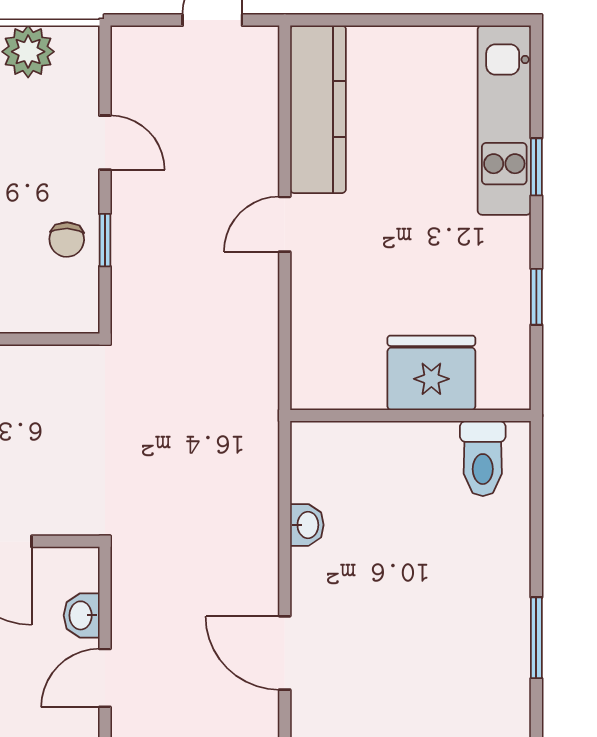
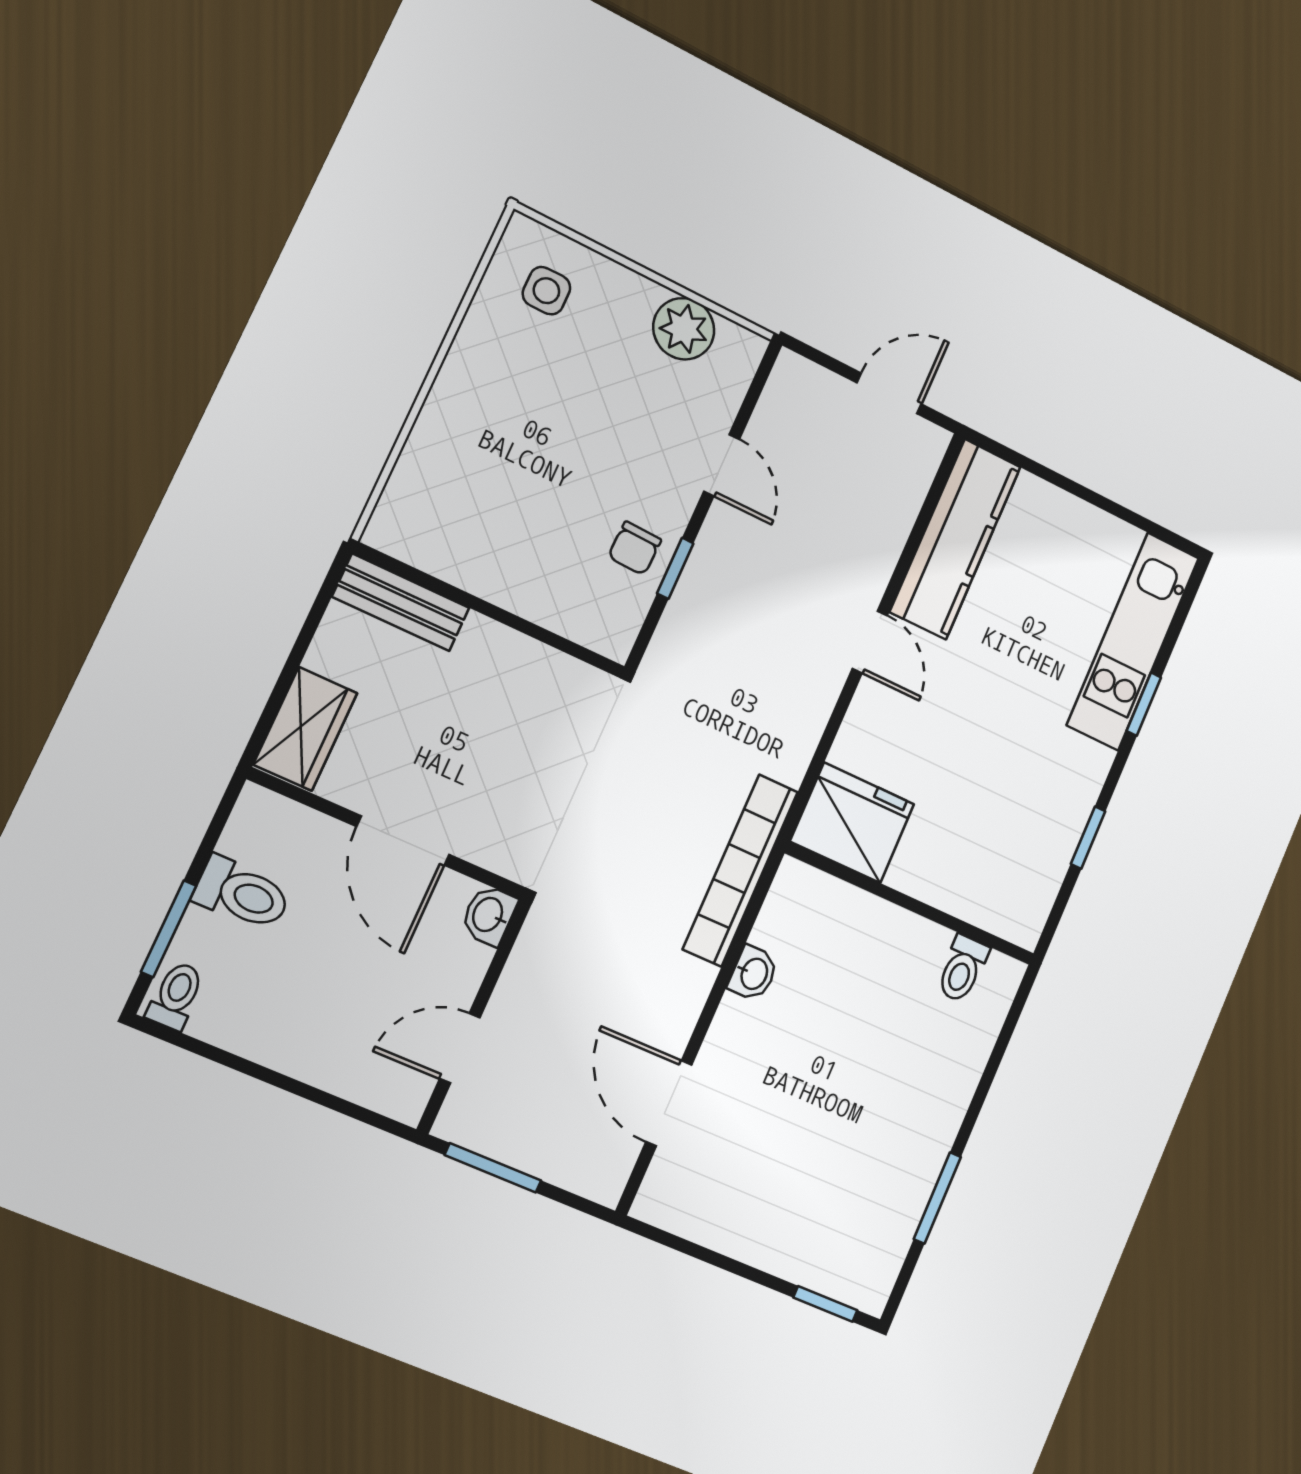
door: (285, 224) -> (870, 642), swing flipped
fridge: (431, 373) -> (852, 823), moved
bookcase: (261, 450) -> (740, 870), added
toilet: (483, 459) -> (962, 969), width x0.73, depth x0.72
washbasin: (82, 615) -> (489, 915), moved

